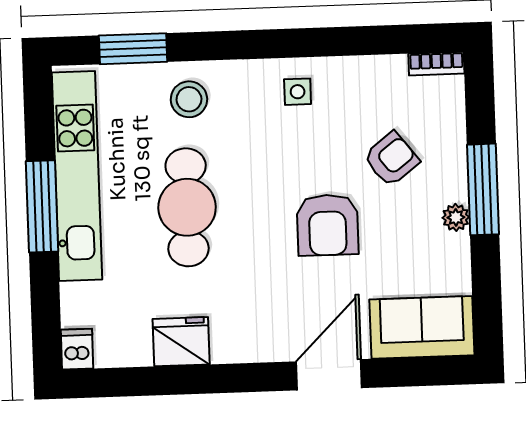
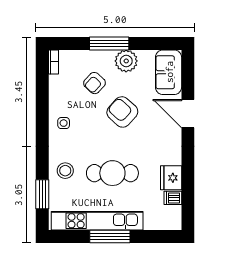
armchair: (391, 159) -> (95, 83), turned -99
plant: (456, 217) -> (126, 61), width x1.88, depth x1.88
armchair: (328, 225) -> (122, 112), turned -138
dishwasher: (77, 349) -> (173, 198), moved

